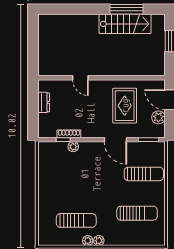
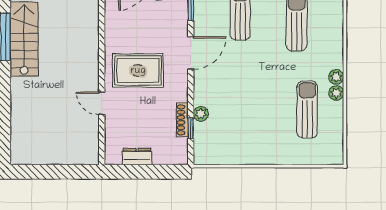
door: (80, 78) -> (102, 103), swing flipped
rug: (125, 106) -> (138, 71), moved

